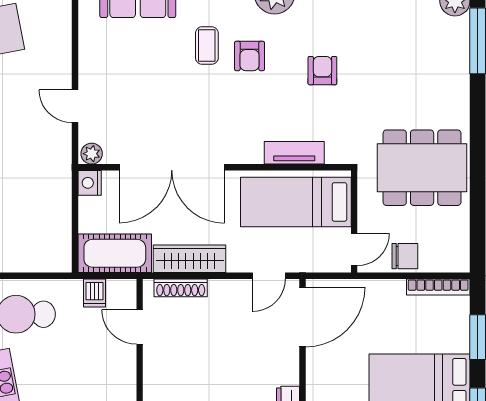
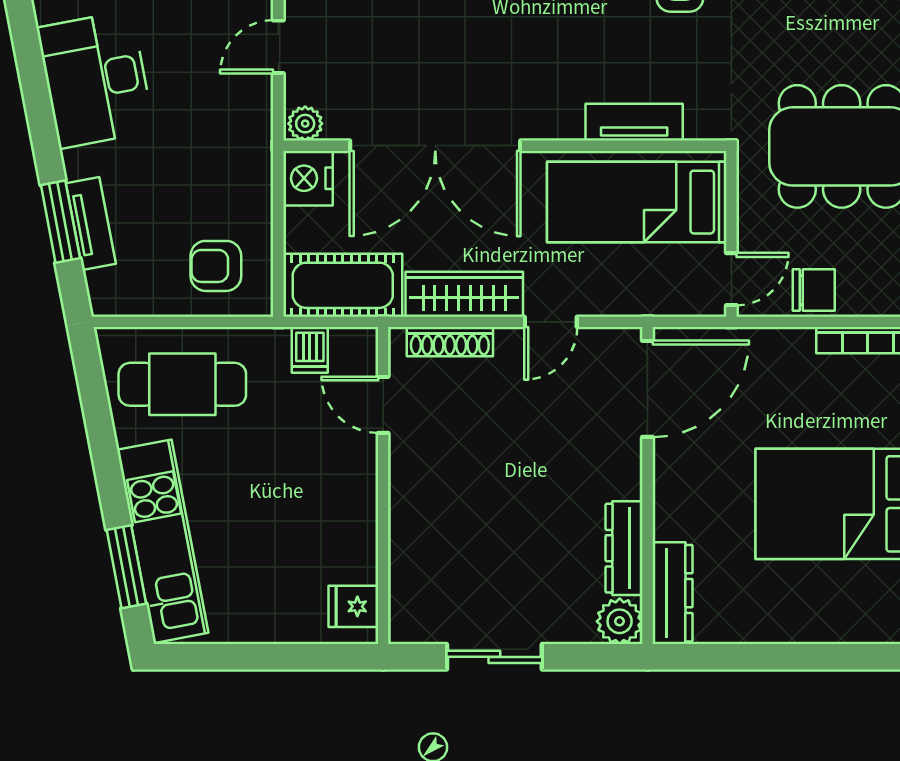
door: (75, 106) -> (278, 47), hinge flipped
nightstand: (90, 183) -> (308, 178), width x1.36, depth x1.33
armchair: (37, 241) -> (216, 266), added
door: (269, 276) -> (551, 322), moved

